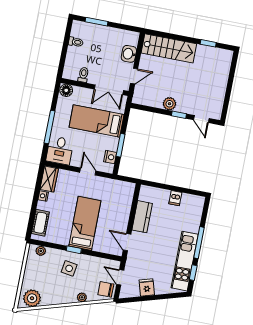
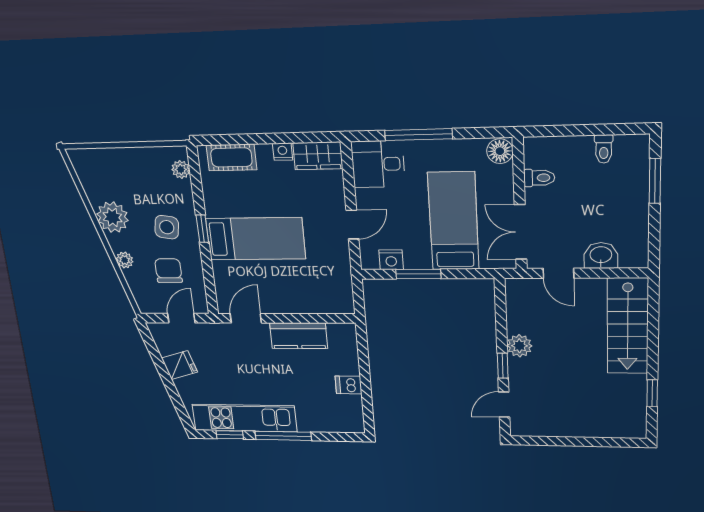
chair: (106, 289) -> (168, 271), moved
plant: (32, 298) -> (112, 217), moved

